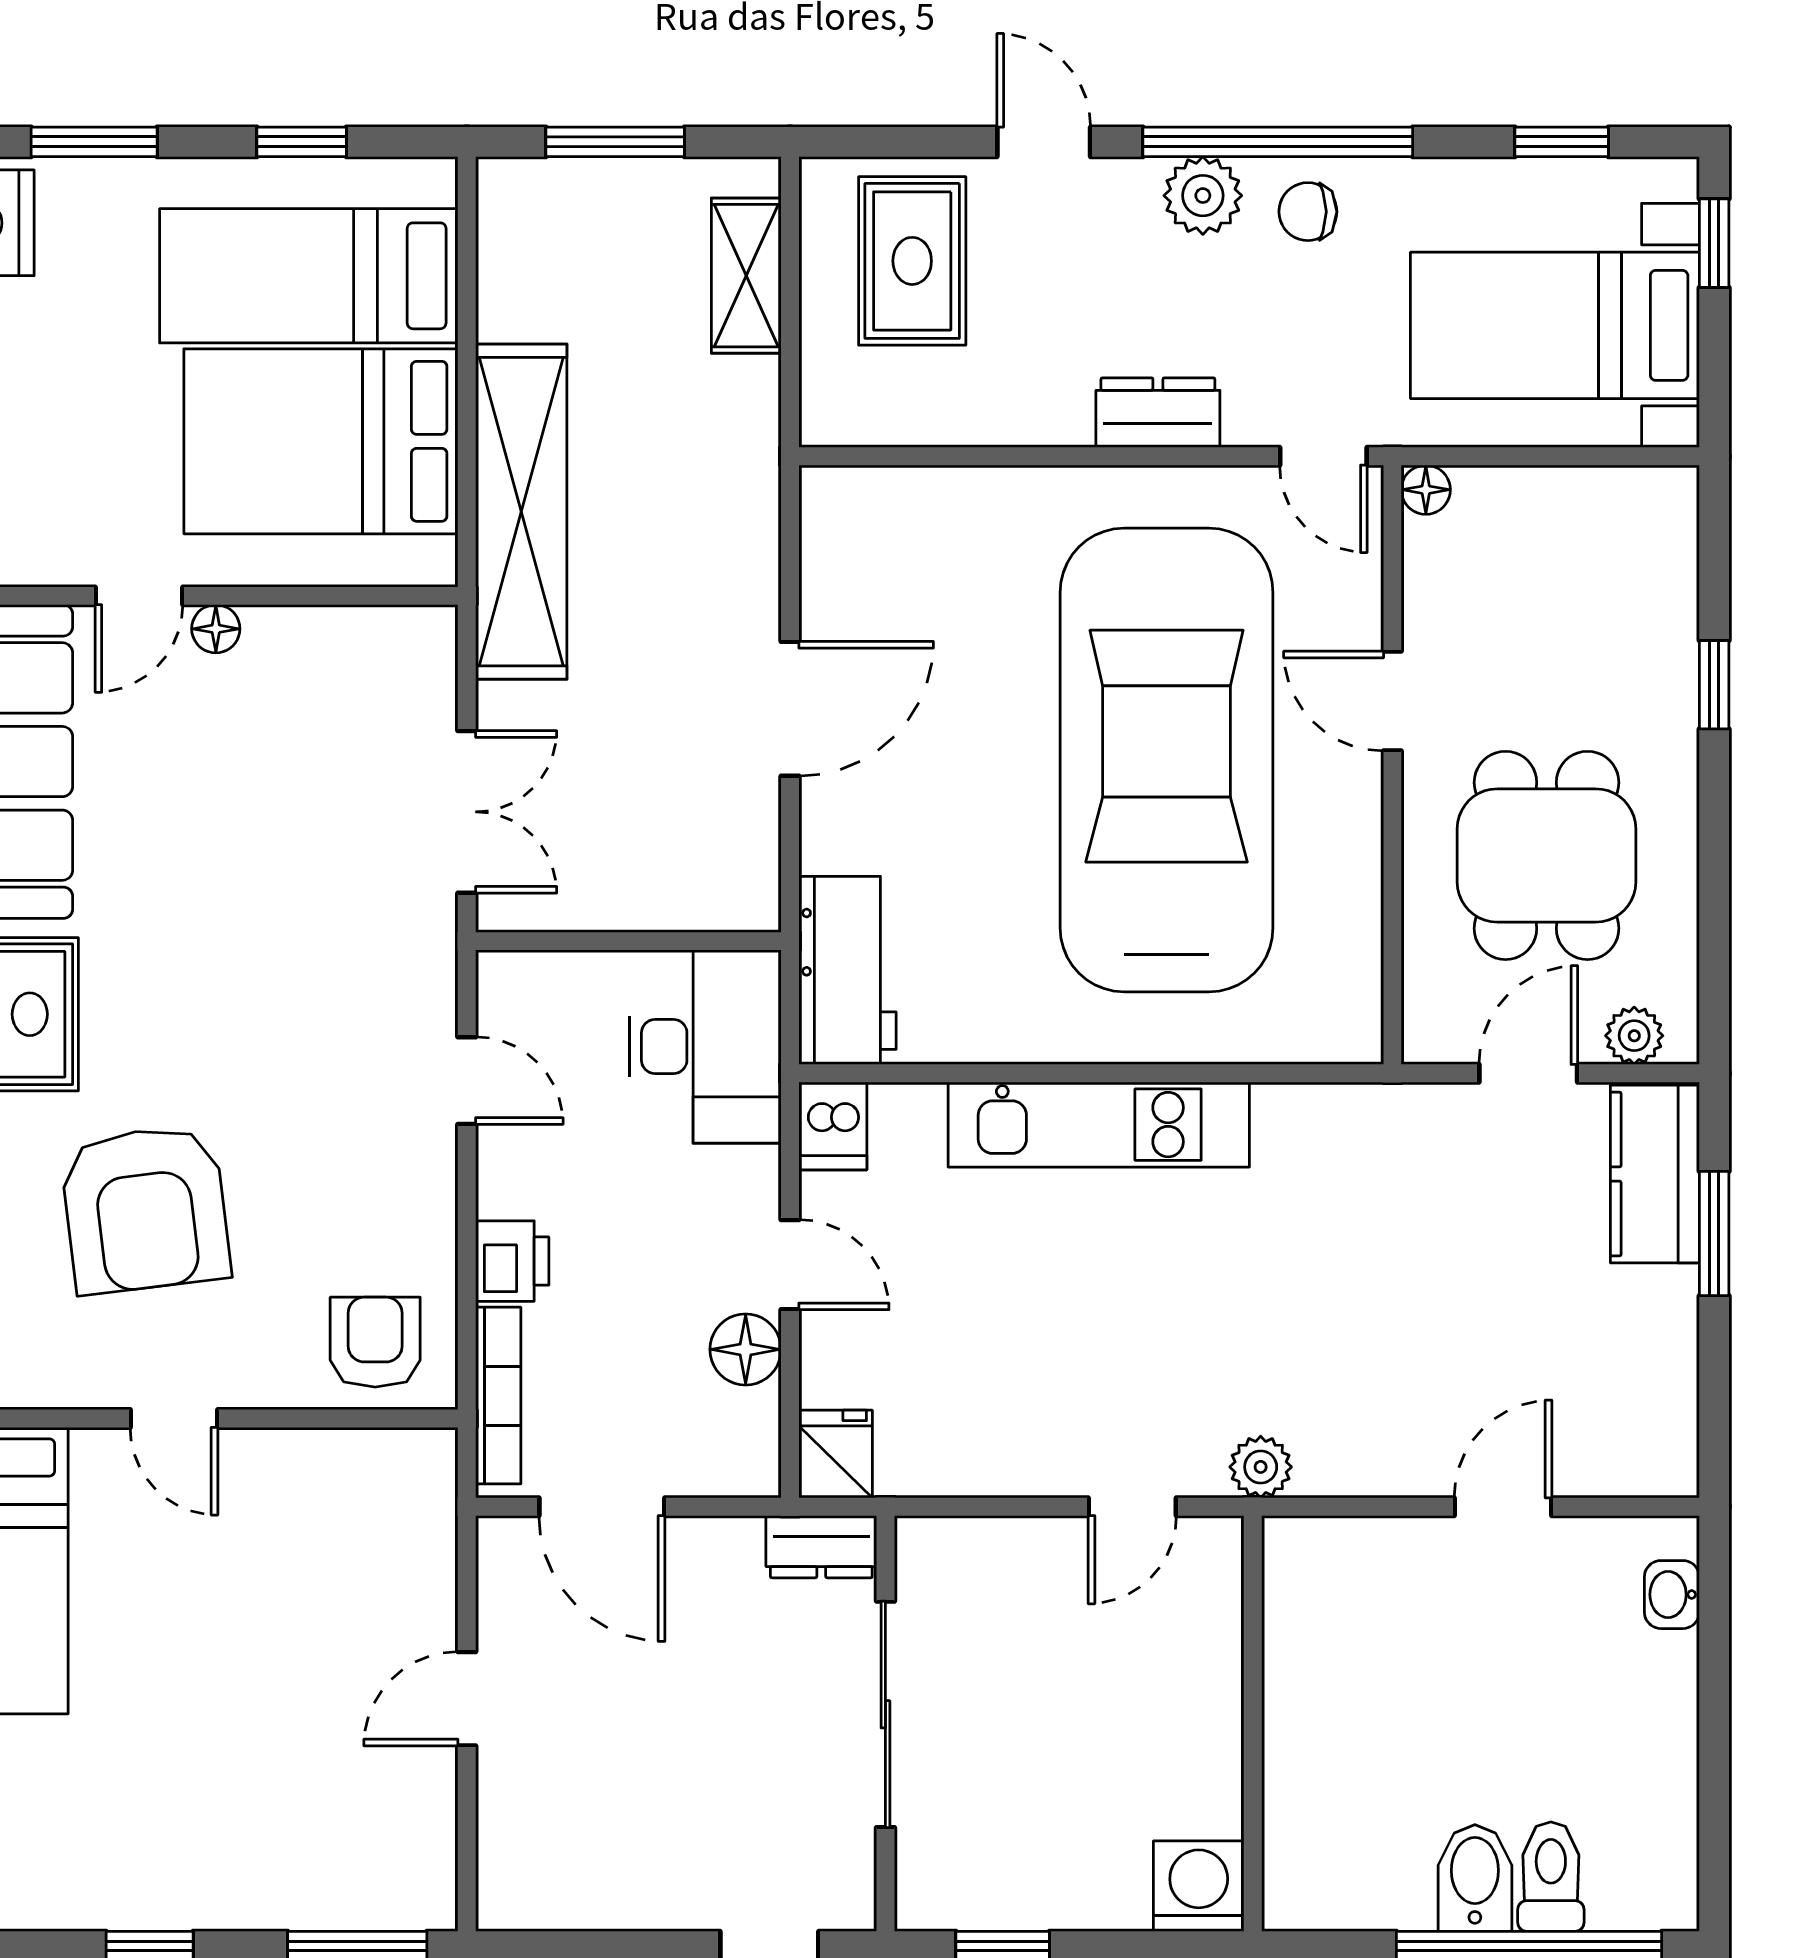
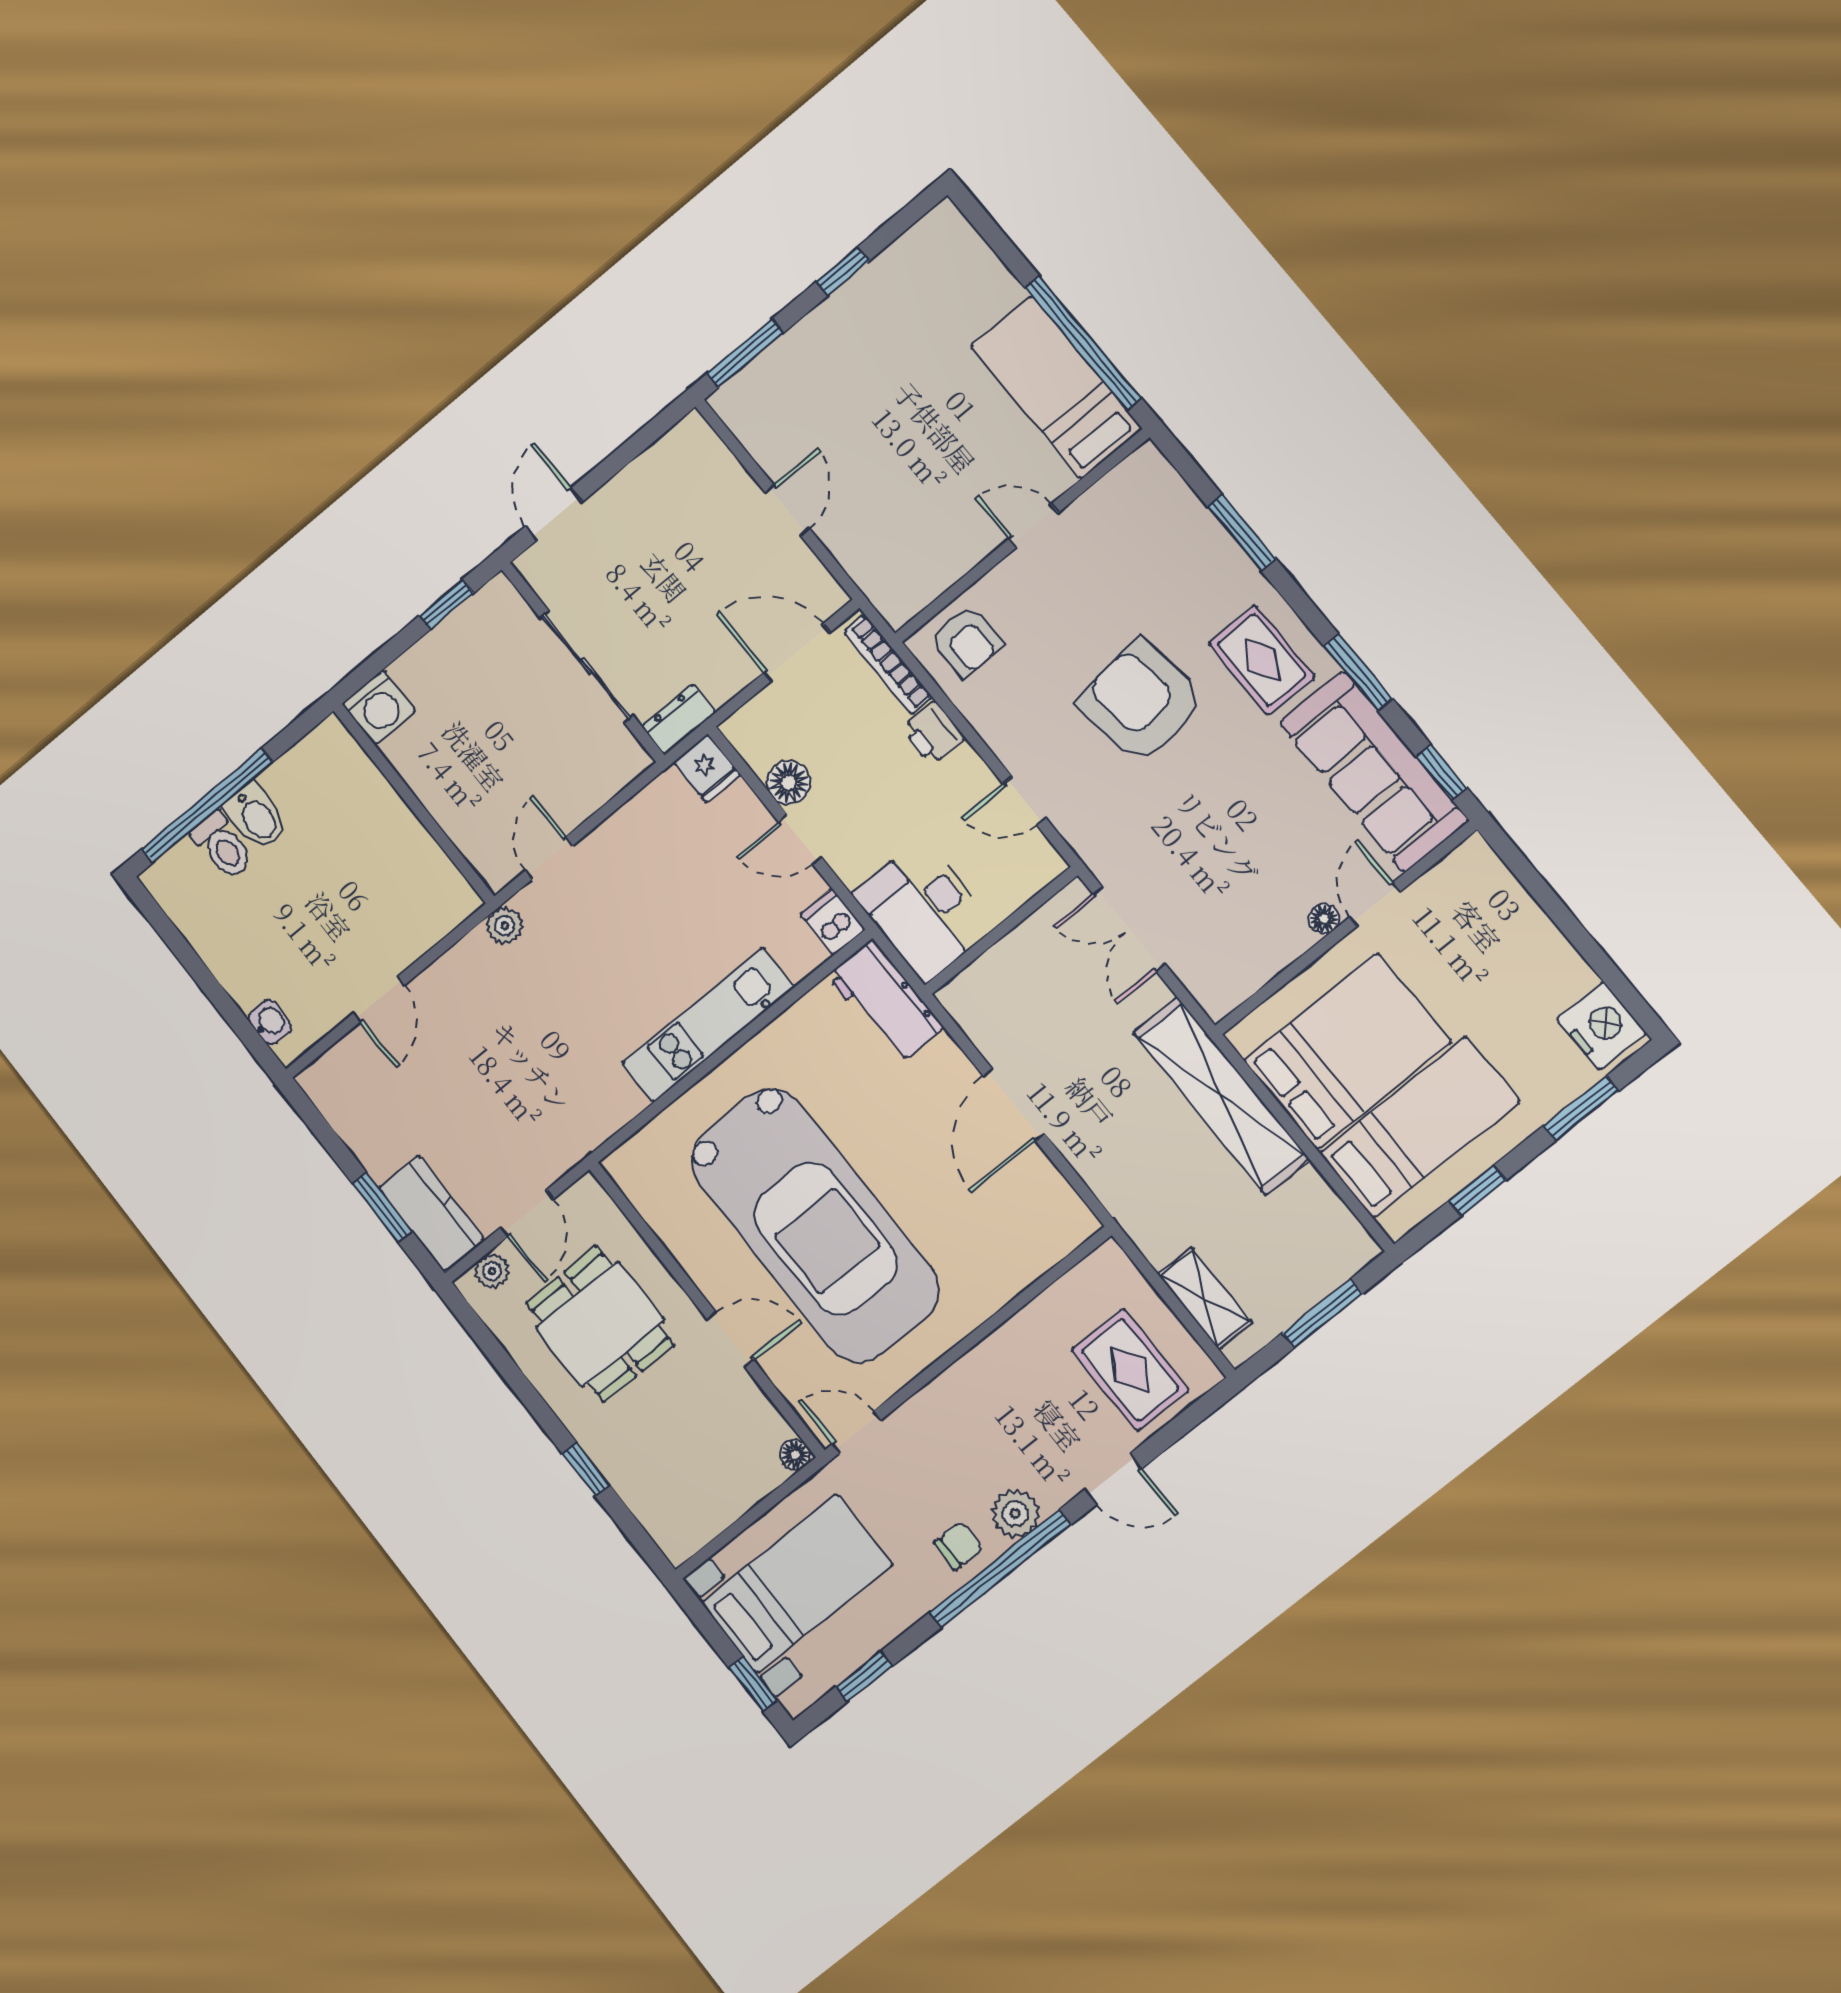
dresser: (1158, 413) -> (952, 1390), removed
armchair: (145, 1209) -> (1142, 702), moved

